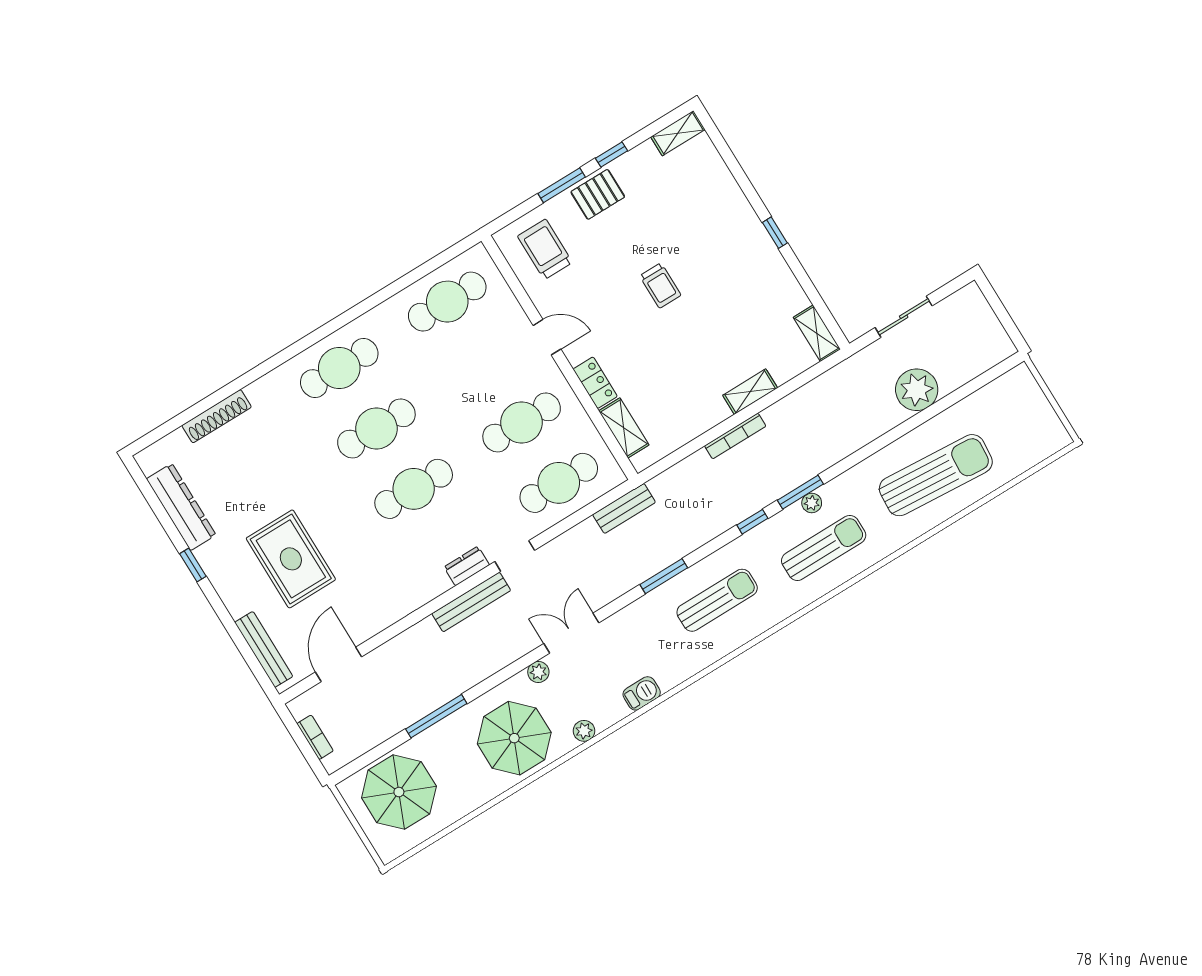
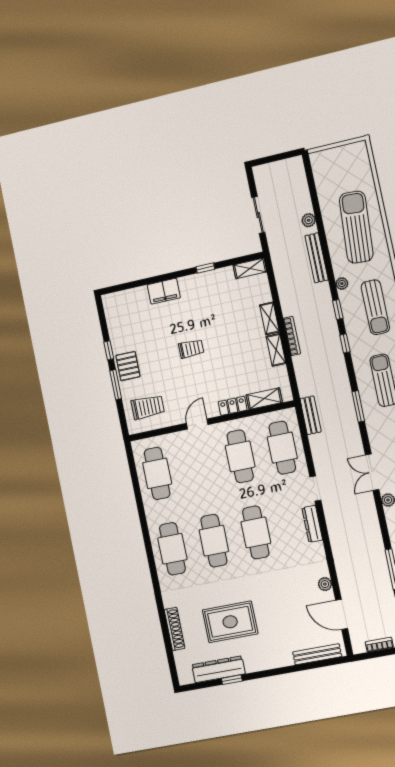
shelving: (678, 133) -> (276, 350), moved
filing cabinet: (735, 210) -> (164, 291), added
window: (775, 233) -> (205, 268), moved
trolley: (545, 249) -> (148, 407), turned 180
plant: (917, 390) -> (309, 220), width x0.53, depth x0.53
window: (800, 492) -> (338, 309), width x0.67
plant: (812, 503) -> (342, 284), moved
sun lounger: (824, 548) -> (375, 307), turned 180
rug: (291, 559) -> (230, 622), moved
window: (193, 565) -> (232, 680), moved
dresser: (467, 566) -> (312, 524), width x1.44
bench: (471, 602) -> (317, 258), moved
plant: (375, 623) -> (325, 584), added

